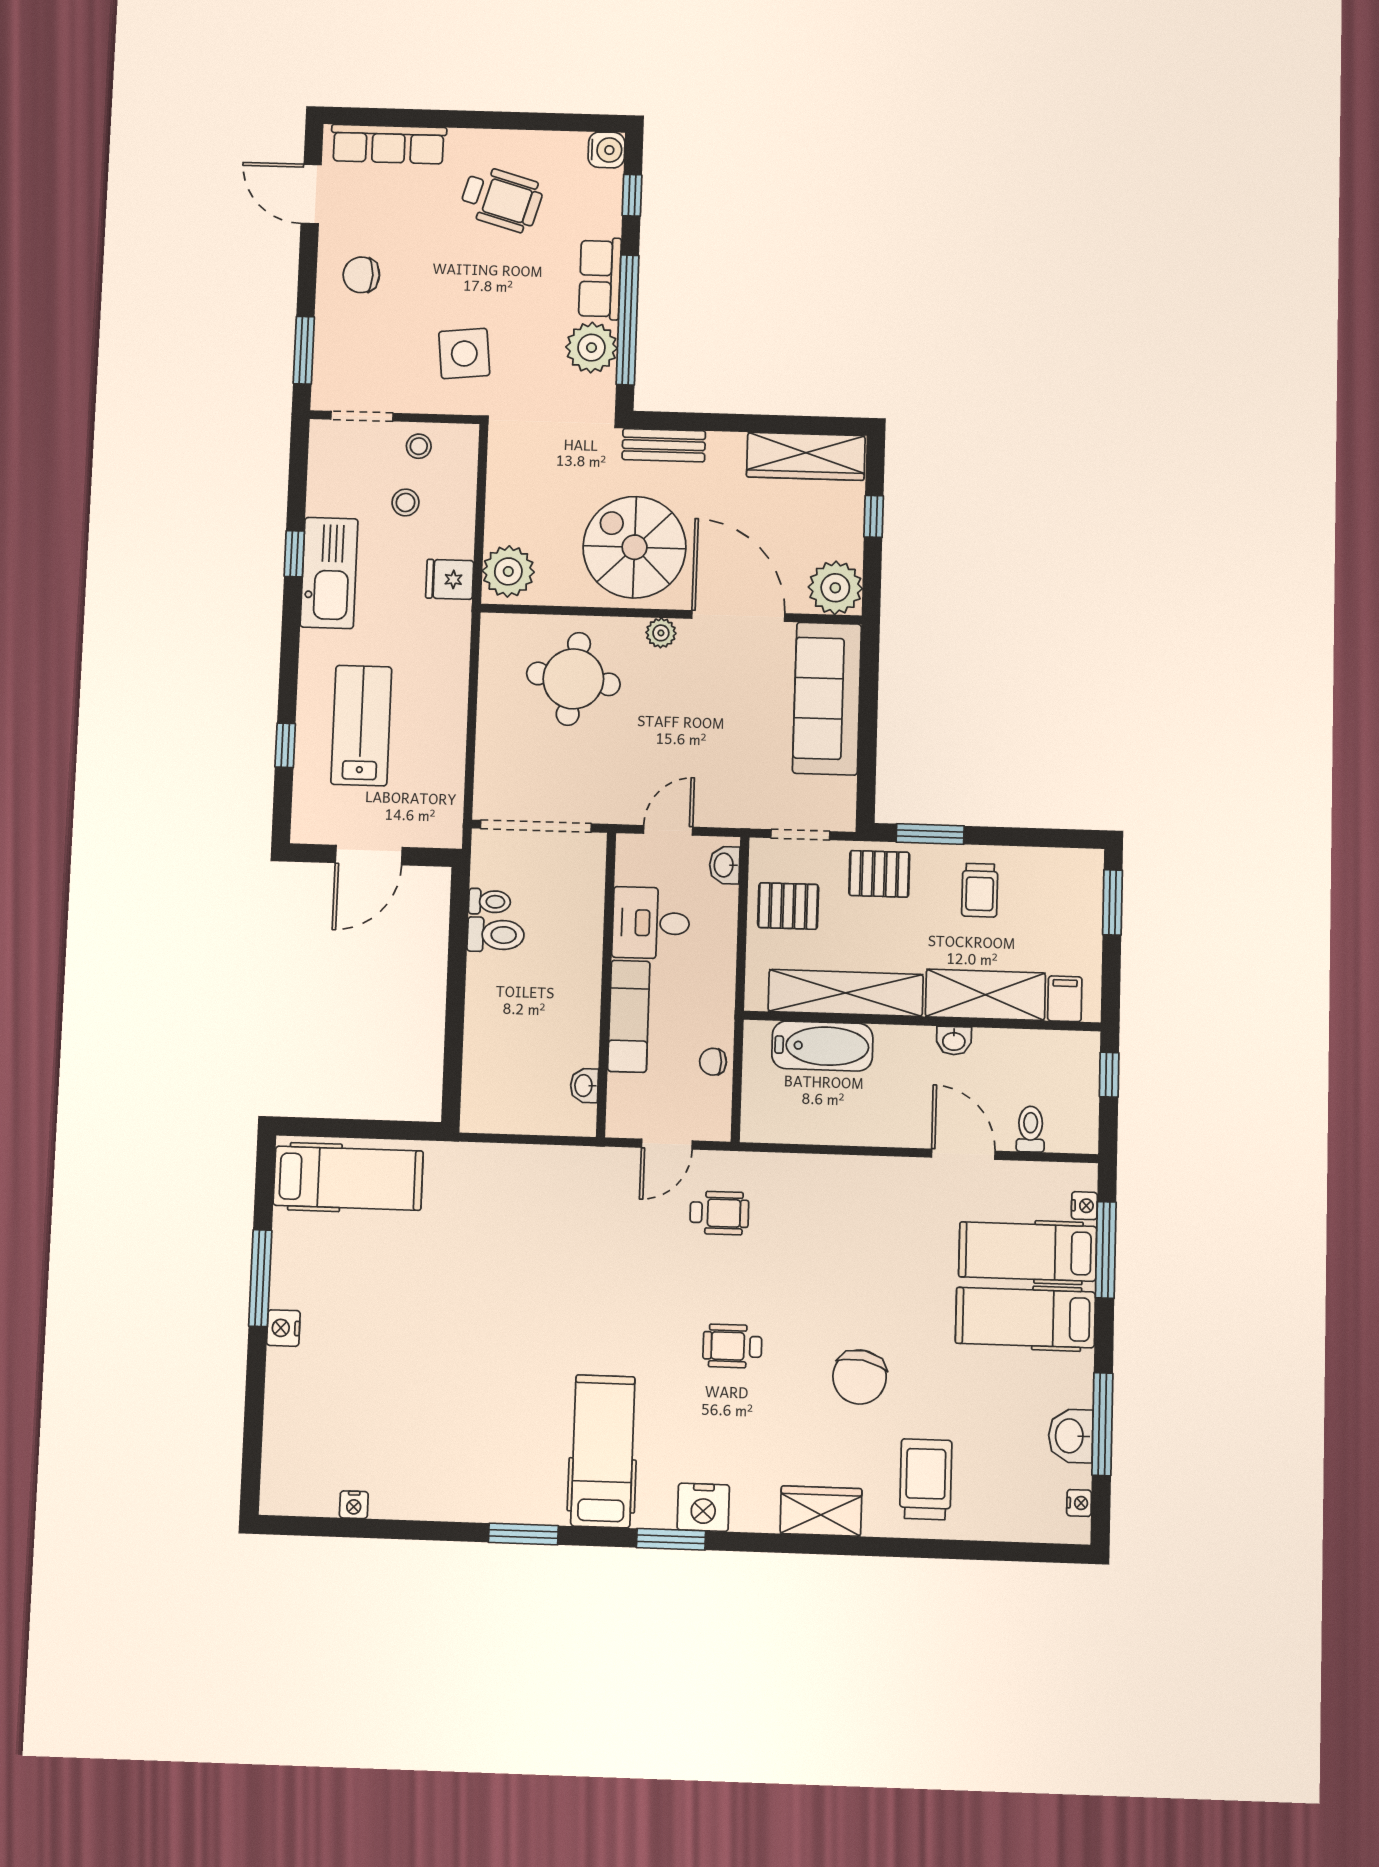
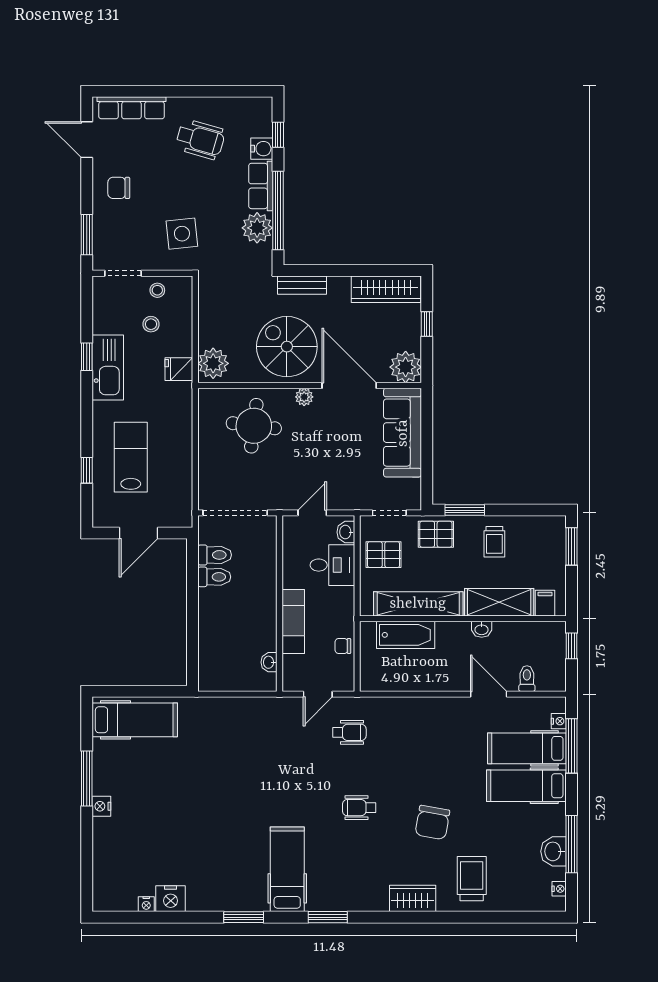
water cooler: (606, 150) -> (262, 149), moved
toilet: (490, 902) -> (215, 555), width x1.37, depth x1.39
desk: (651, 923) -> (332, 565), moved, turned 180
nightstand: (703, 1507) -> (171, 899), moved

